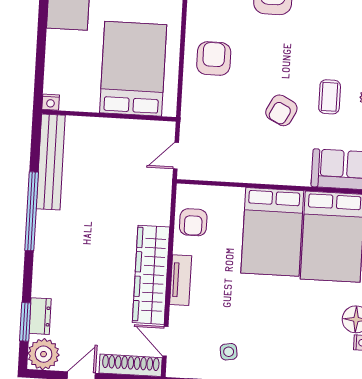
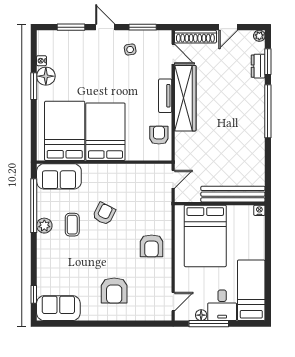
bench: (51, 162) -> (233, 194), moved, turned 90
window: (32, 211) -> (268, 111), moved
plant: (44, 354) -> (259, 36), width x0.53, depth x0.53

